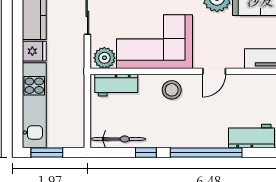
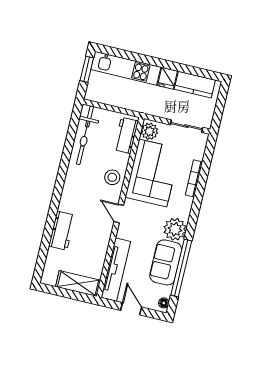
bicycle: (118, 139) -> (85, 135), width x1.37, depth x1.40
window: (146, 153) -> (69, 146), removed
window: (206, 153) -> (57, 192), removed

